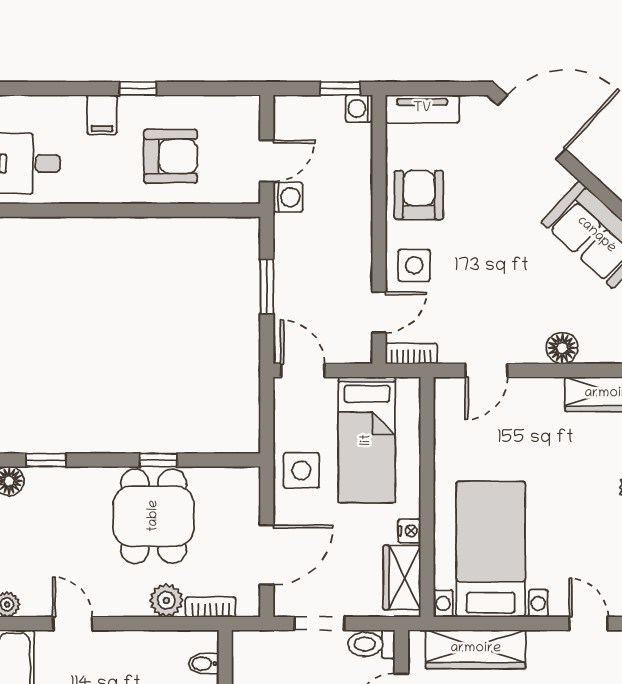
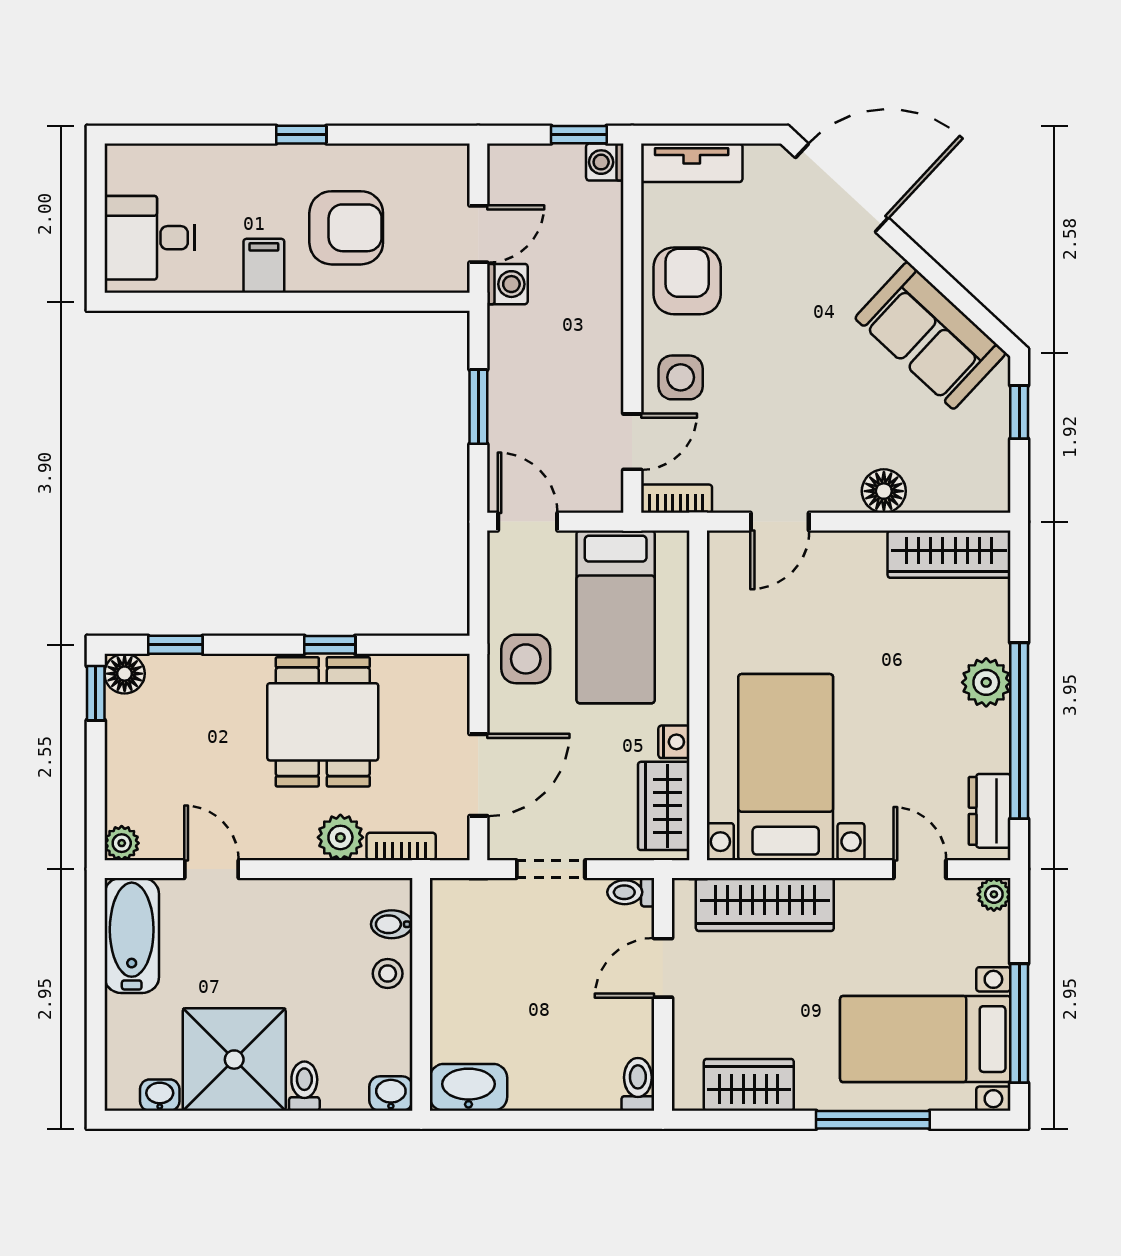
filing cabinet: (102, 115) -> (264, 266), moved, turned 180
toilet: (371, 644) -> (631, 892), width x0.73, depth x0.72

